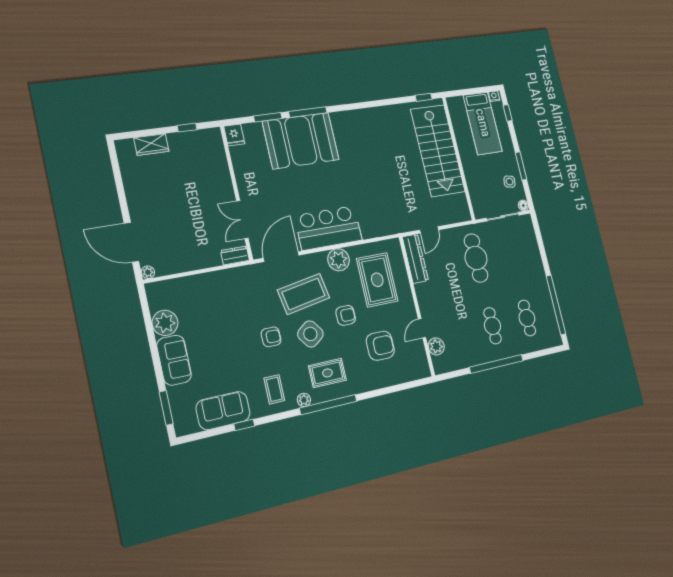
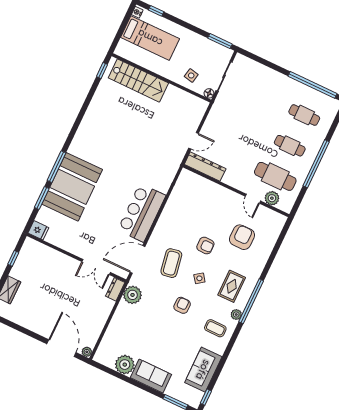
stairs: (438, 150) -> (138, 80), width x0.73, depth x0.66
window: (521, 166) -> (220, 41), moved
side table: (509, 182) -> (191, 75), moved
floor lamp: (523, 205) -> (209, 93), moved
door: (429, 230) -> (194, 141), hinge flipped
door: (131, 242) -> (61, 348), swing flipped
door: (281, 257) -> (137, 259), hinge flipped
cafe table: (476, 258) -> (275, 176), moved
plant: (339, 260) -> (133, 295), moved
rug: (377, 280) -> (199, 205), removed
coffee table: (304, 294) -> (171, 263), width x0.73, depth x0.76
armchair: (346, 315) -> (205, 245), turned 90
side table: (310, 334) -> (199, 278), width x0.54, depth x0.54
window: (244, 425) -> (206, 397), moved

